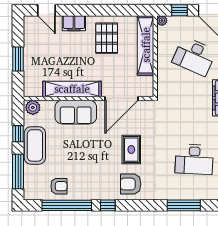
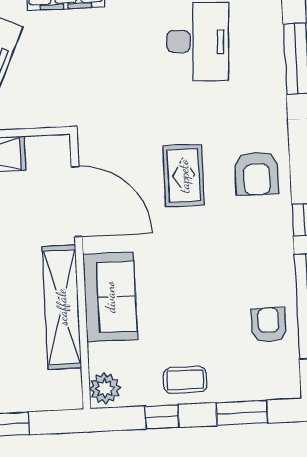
coffee table: (35, 145) -> (185, 380), width x0.54, depth x0.58
rug: (131, 150) -> (184, 176), turned 90
window: (18, 172) -> (242, 413), width x0.69

